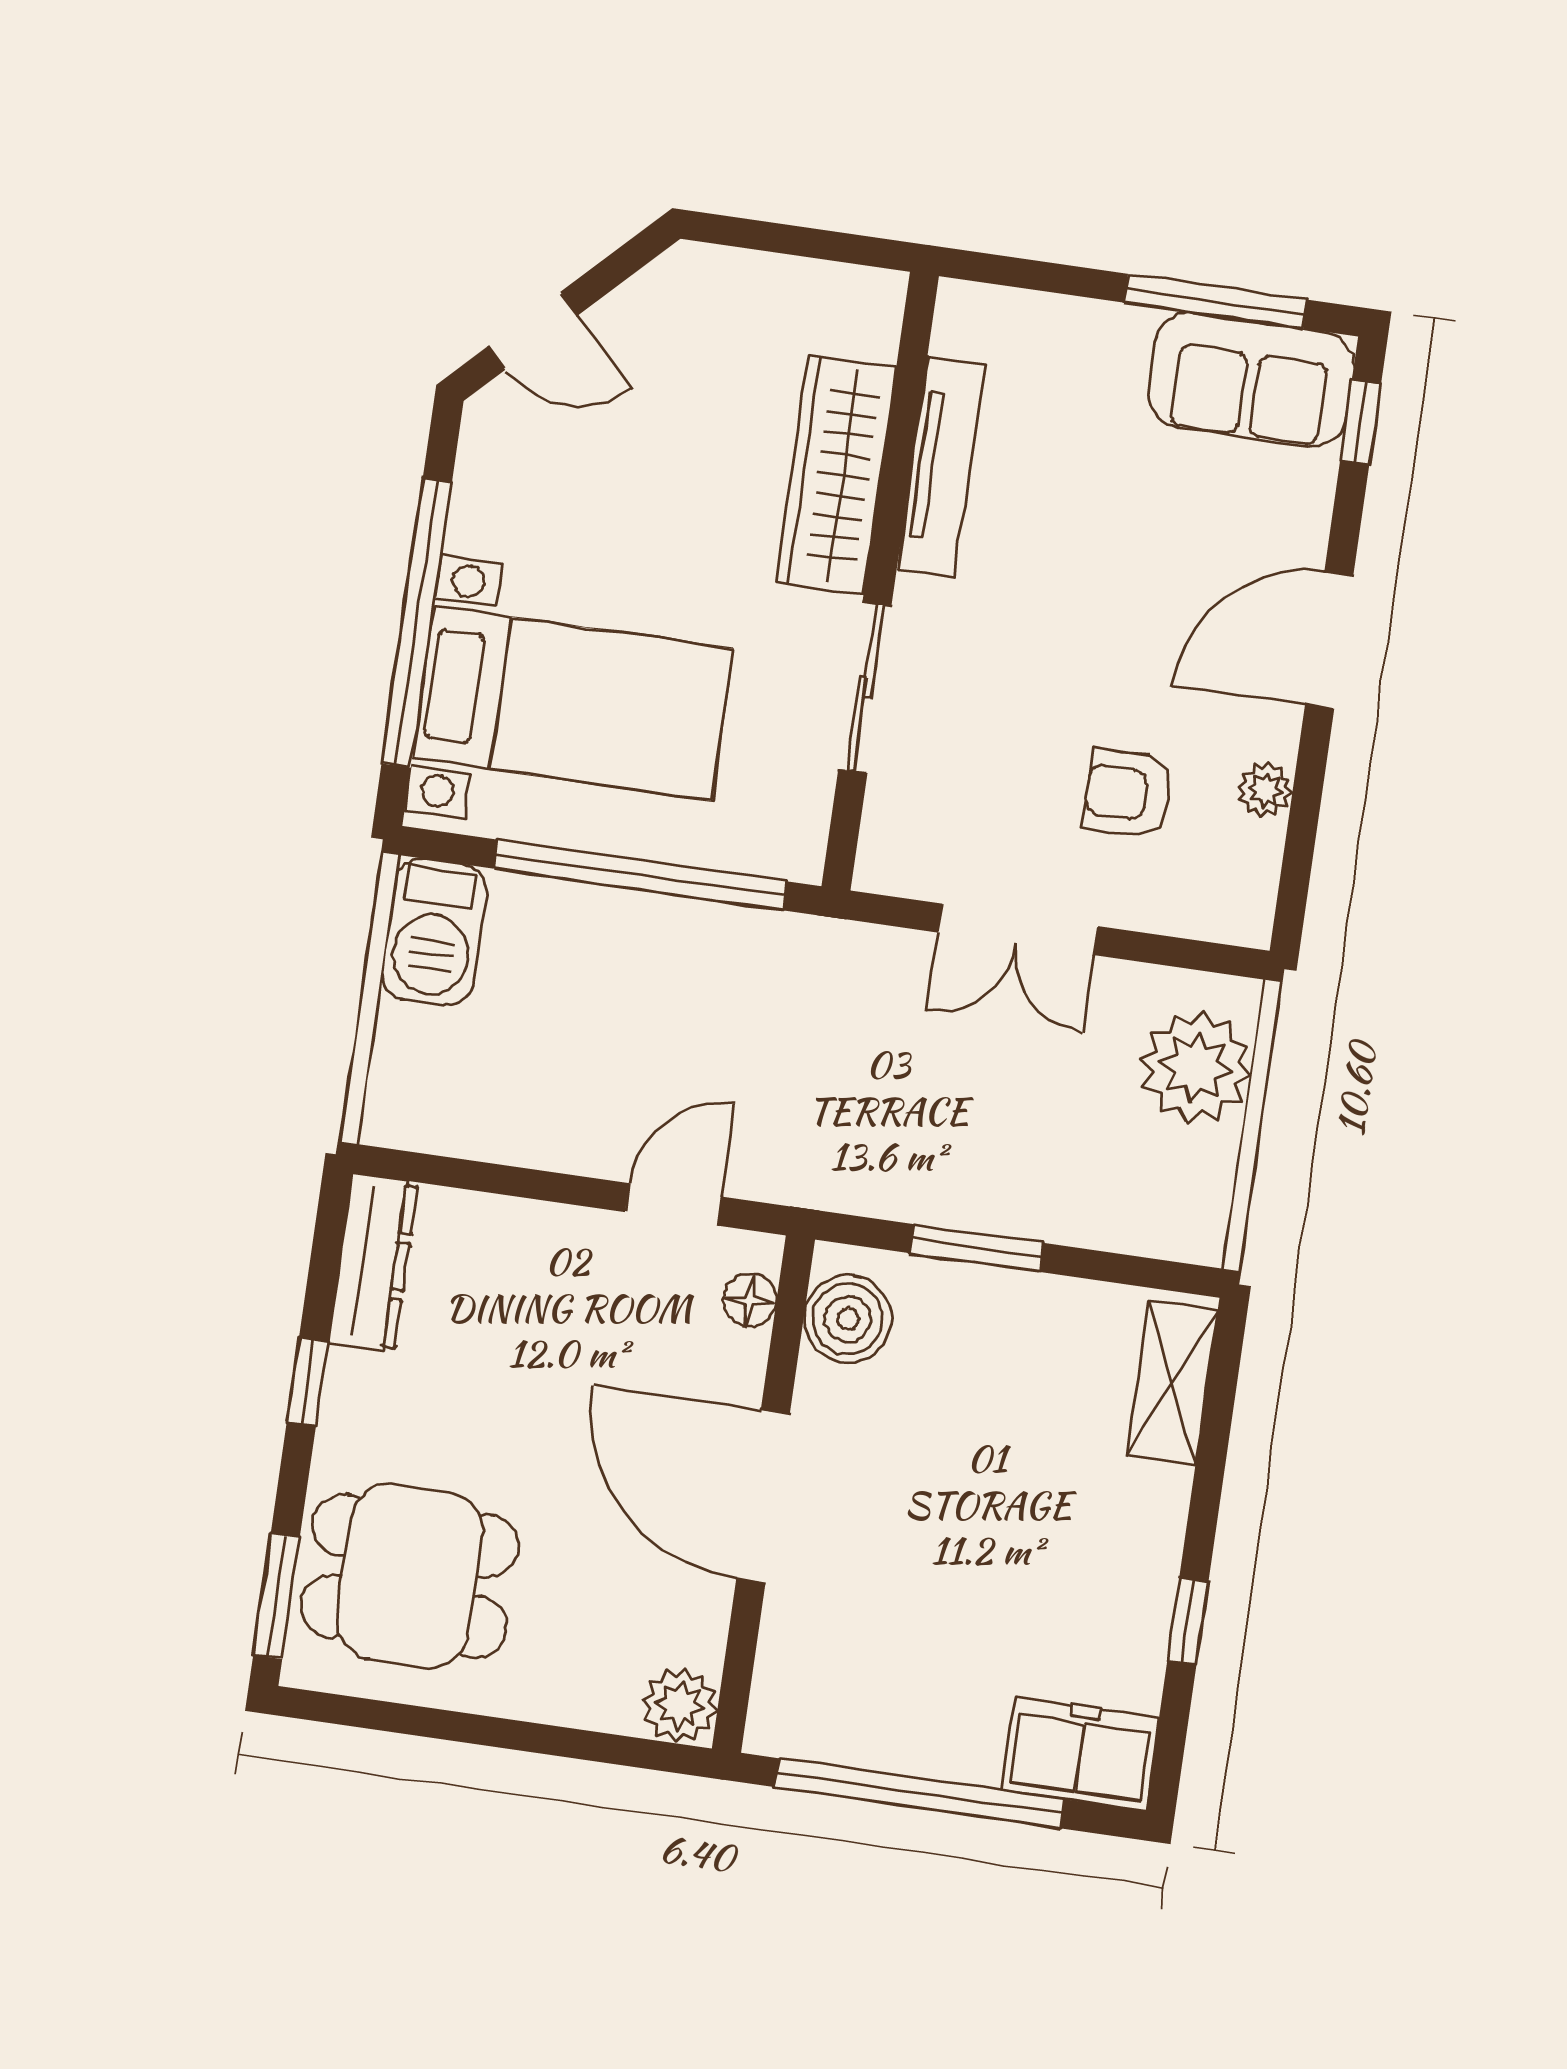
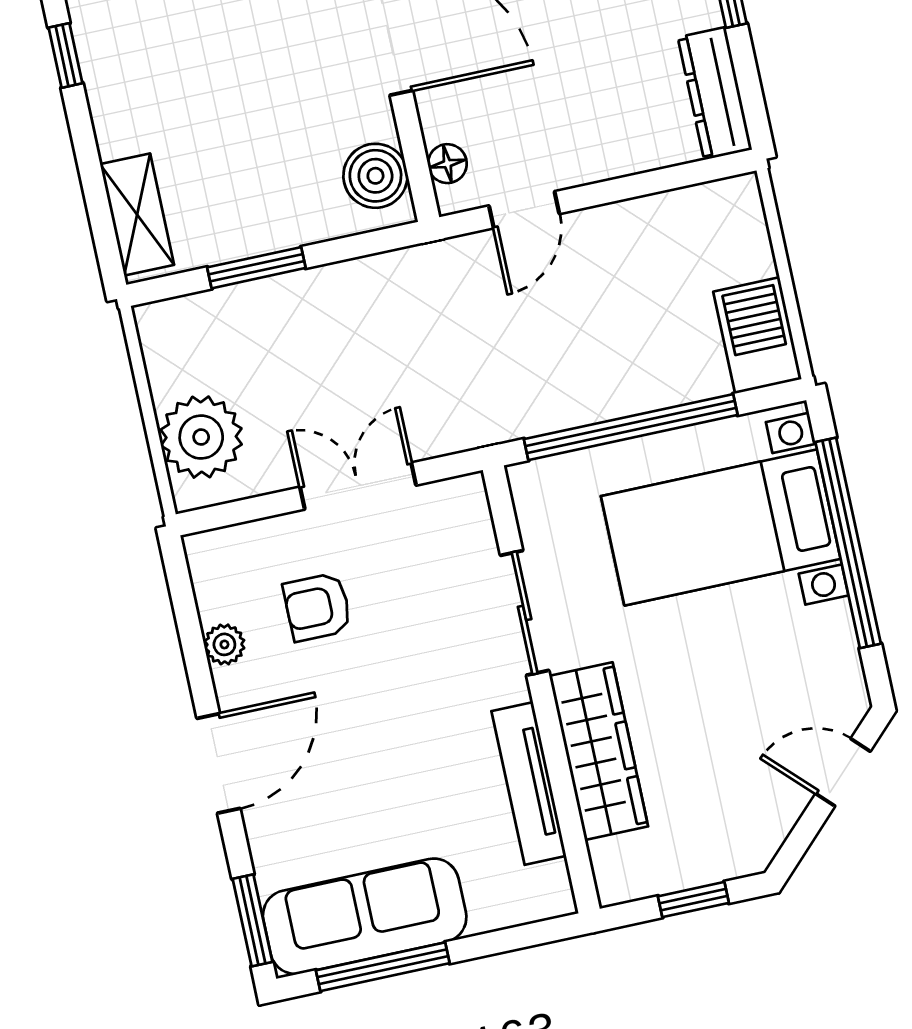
window: (785, 239) -> (693, 900), added
sofa: (1251, 380) -> (365, 916), width x1.36
window: (1361, 423) -> (252, 920), width x1.50
armchair: (1128, 794) -> (317, 607), turned 180
window: (976, 1248) -> (256, 268), moved

